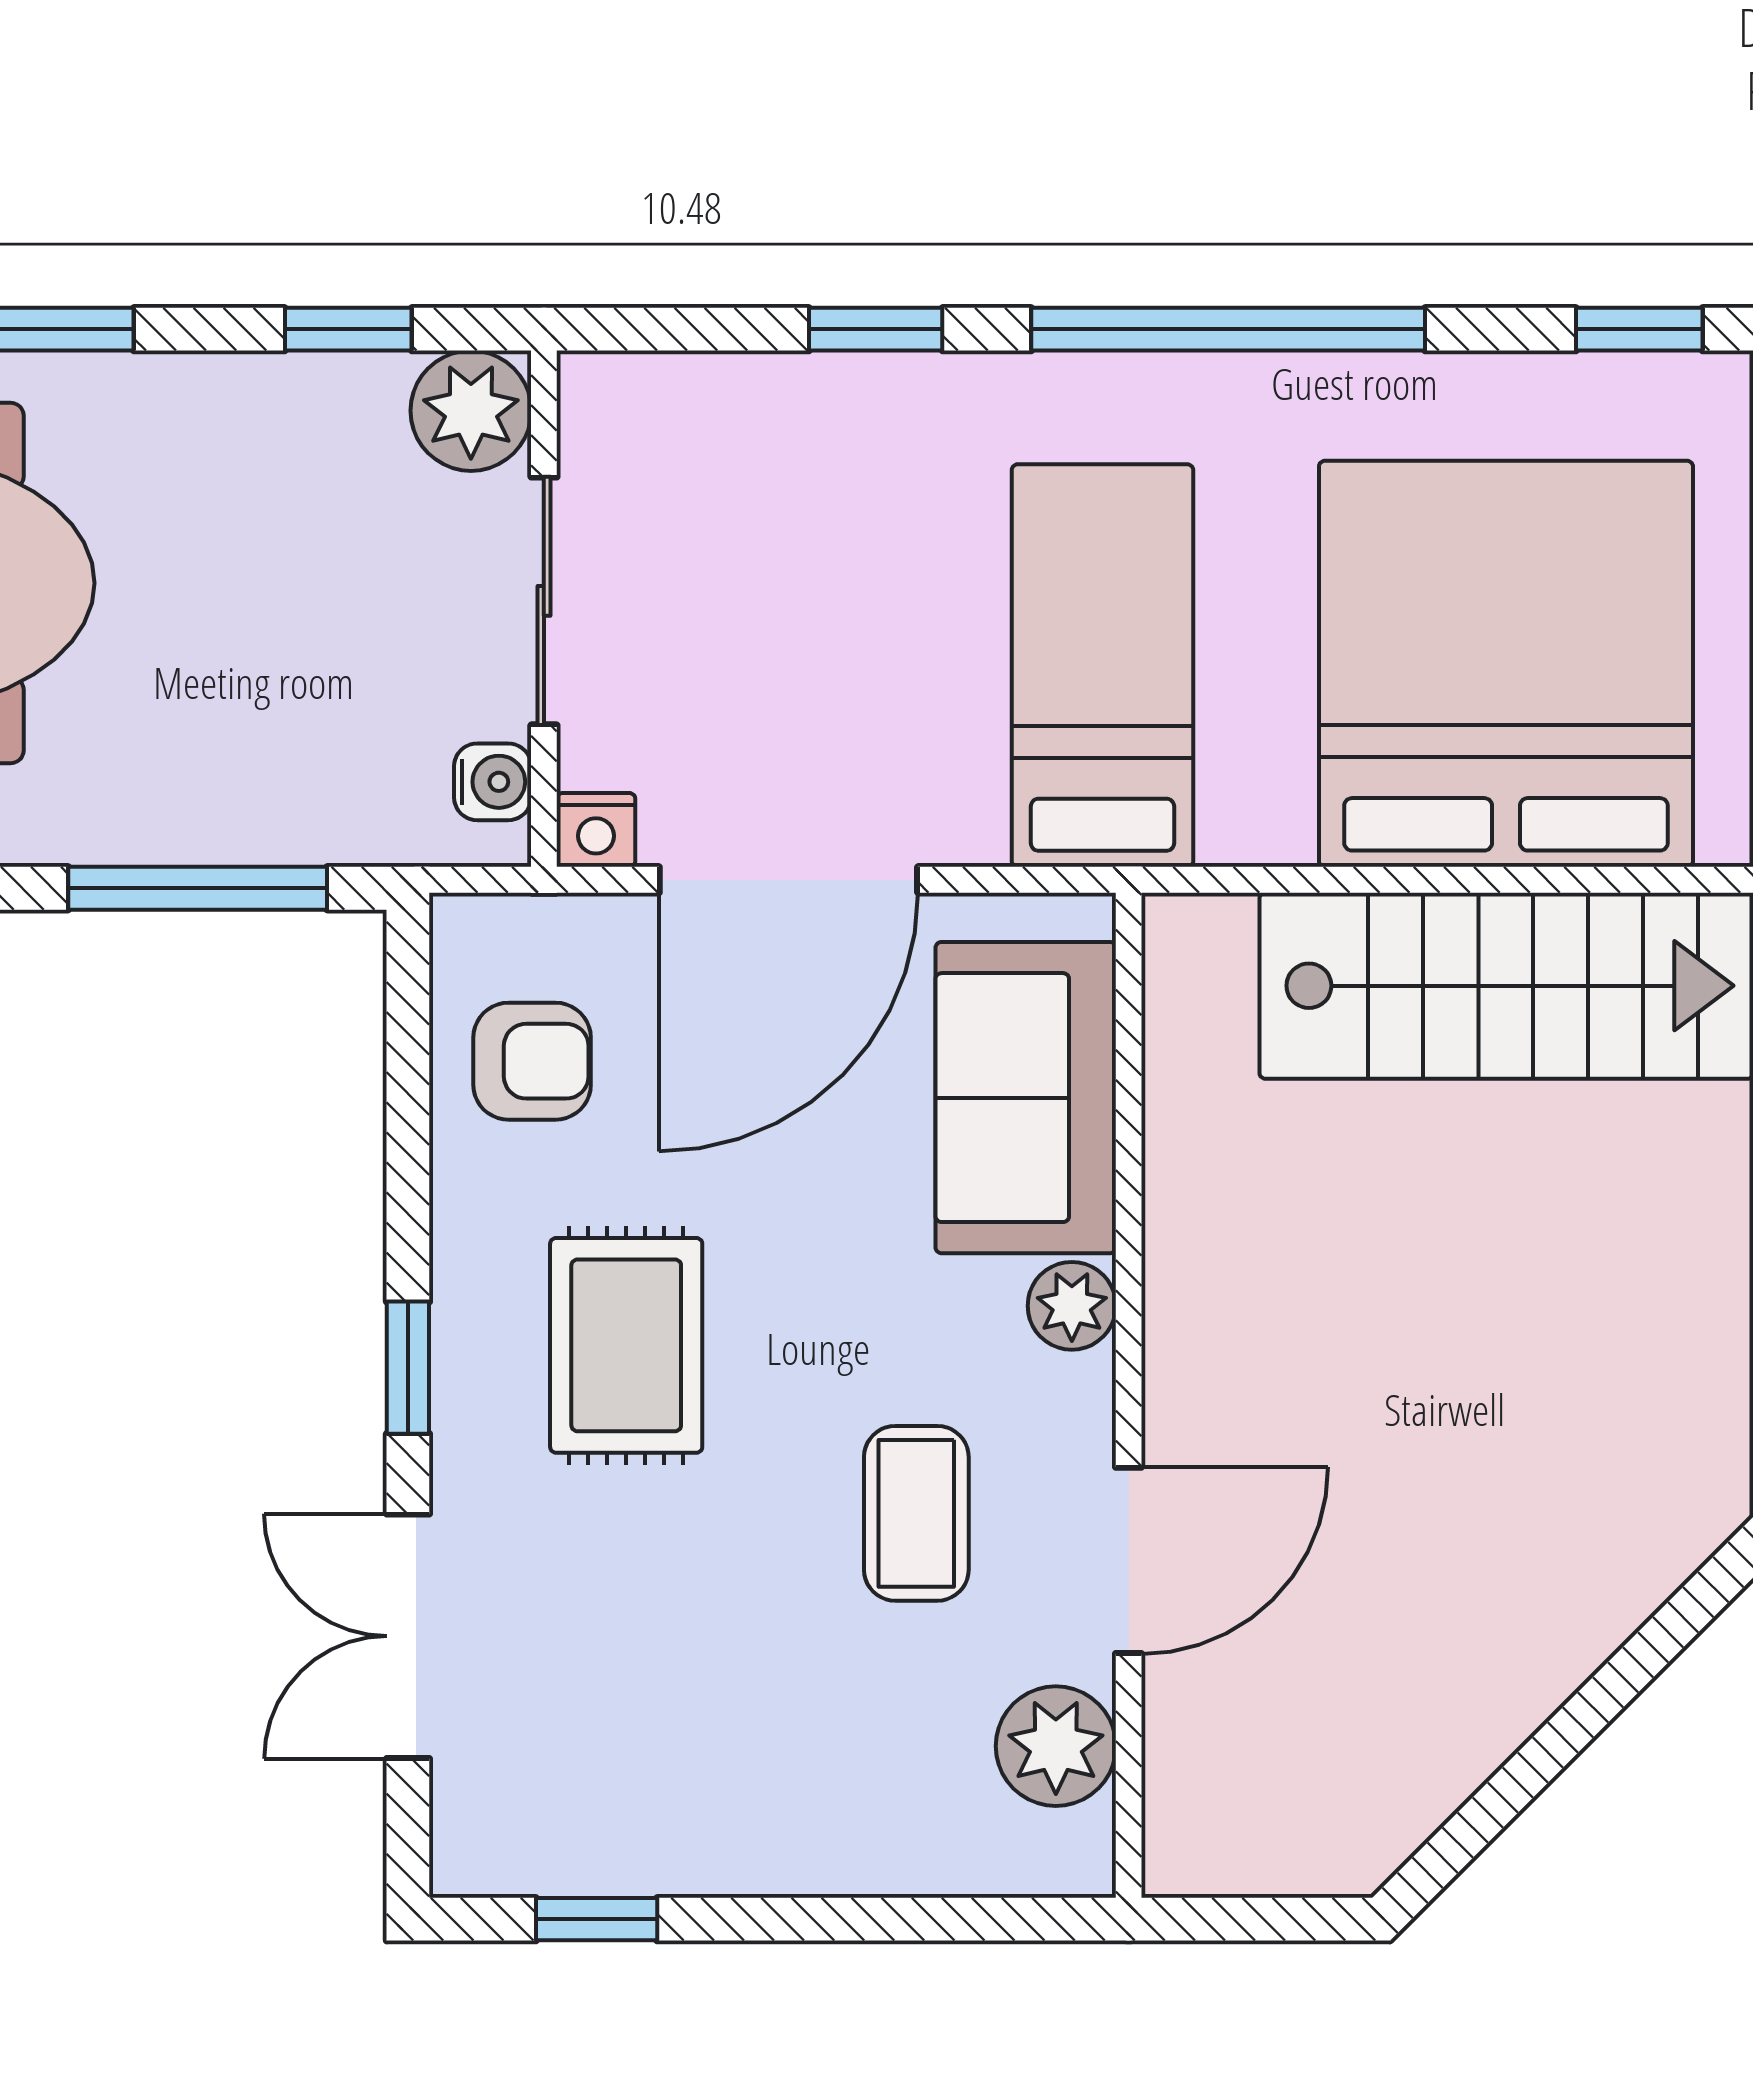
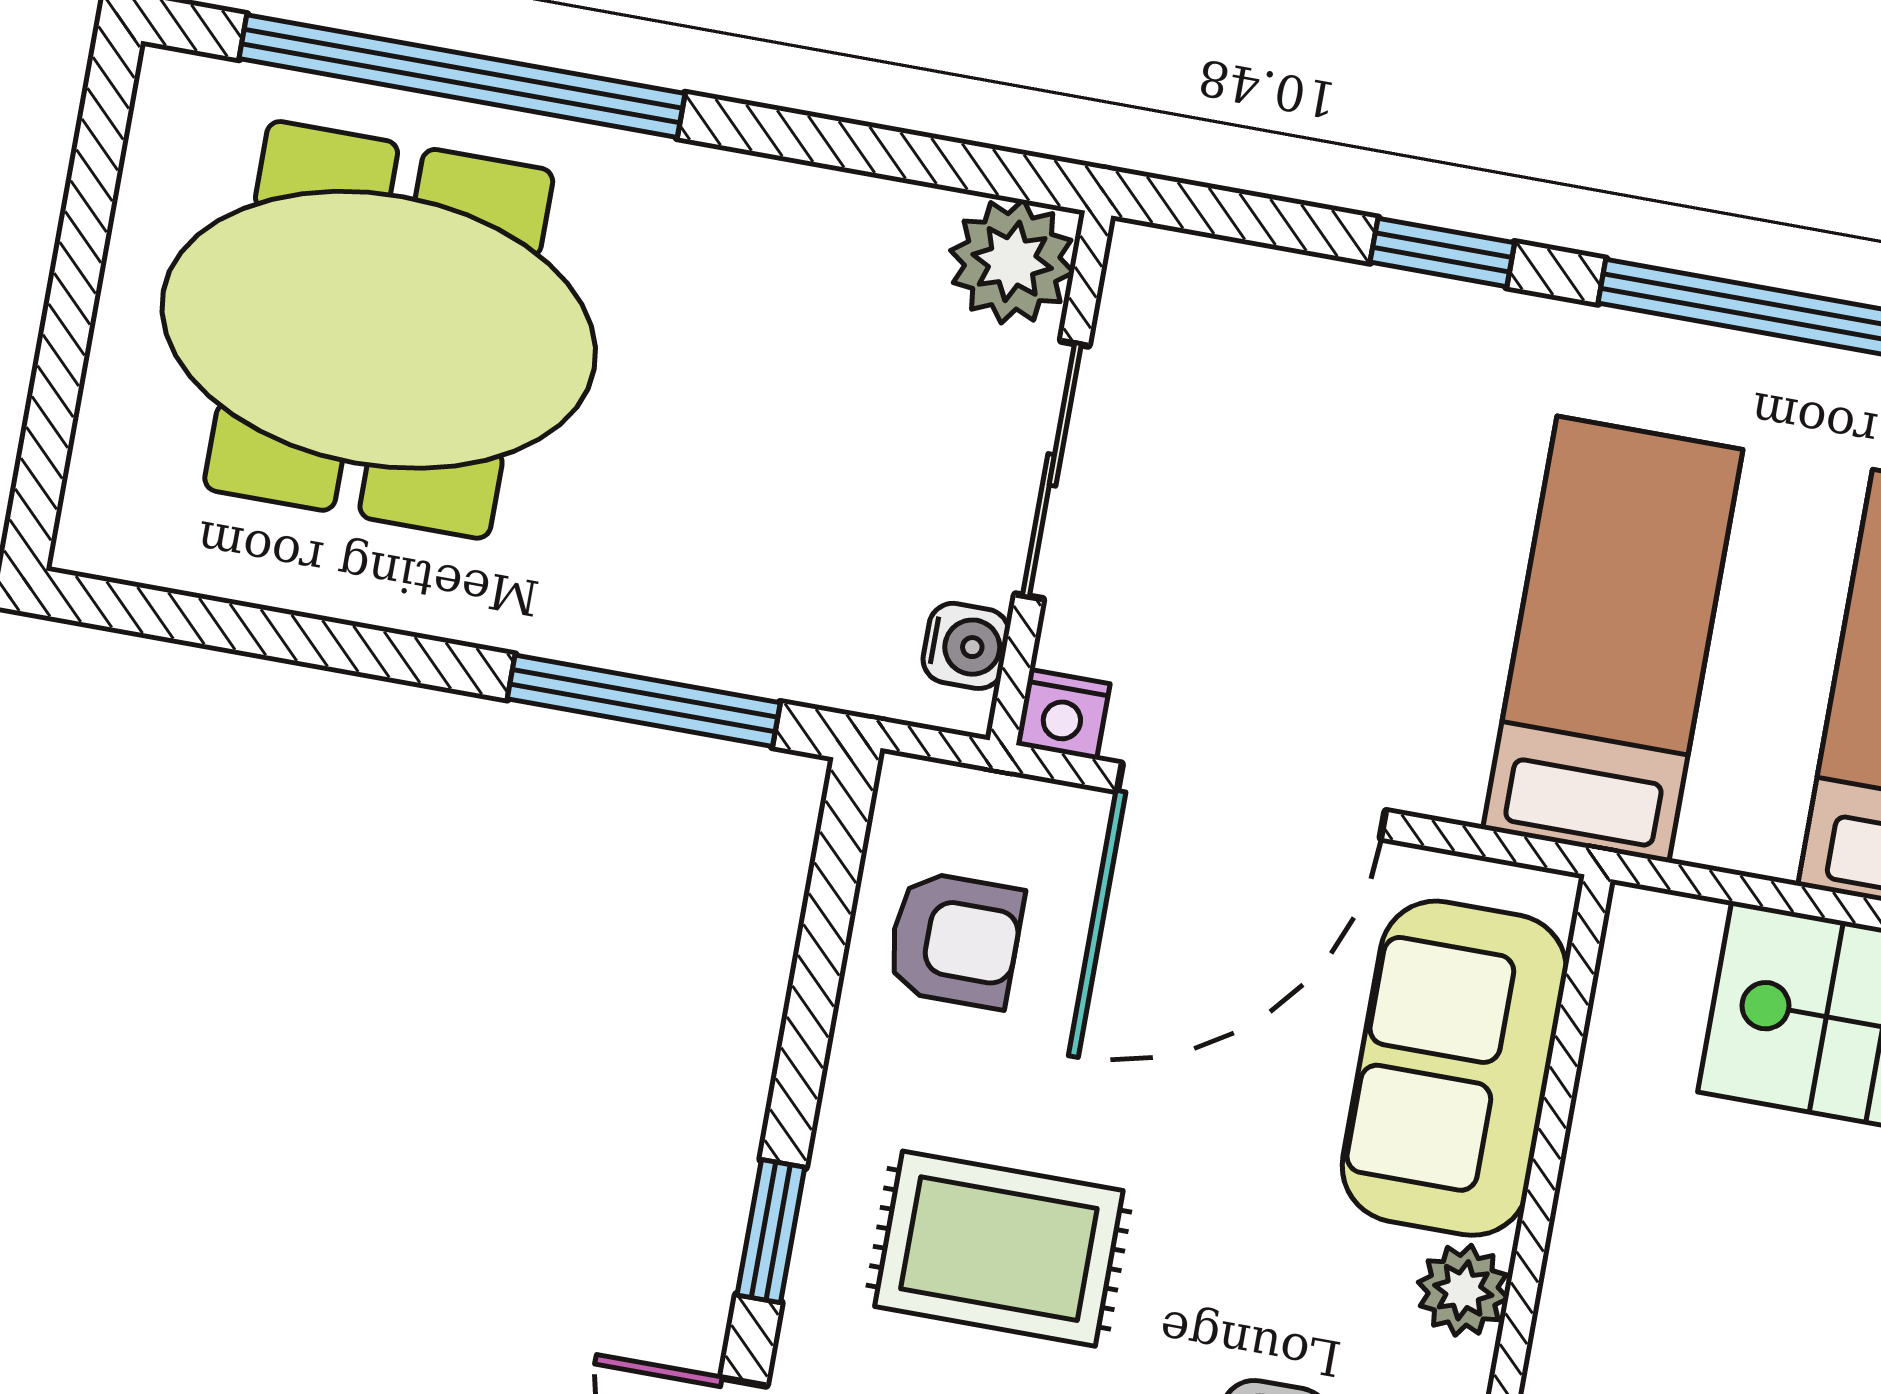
window: (348, 329) -> (901, 155), removed
rug: (626, 1345) -> (999, 1249), turned 90

